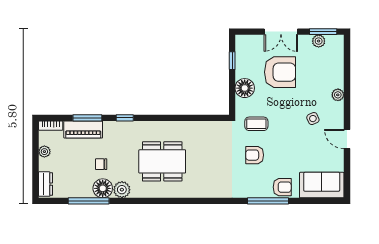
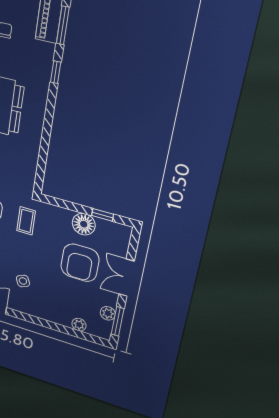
floor lamp: (245, 88) -> (84, 224), moved
plant: (338, 95) -> (79, 325), moved

